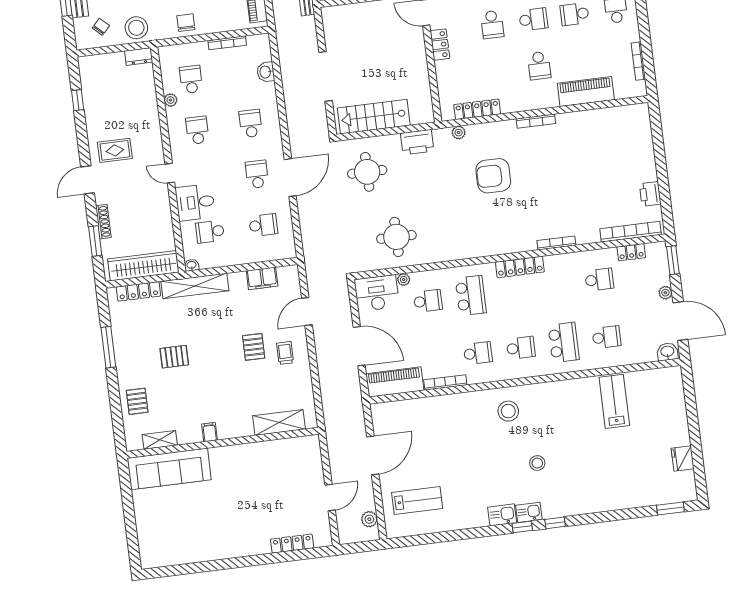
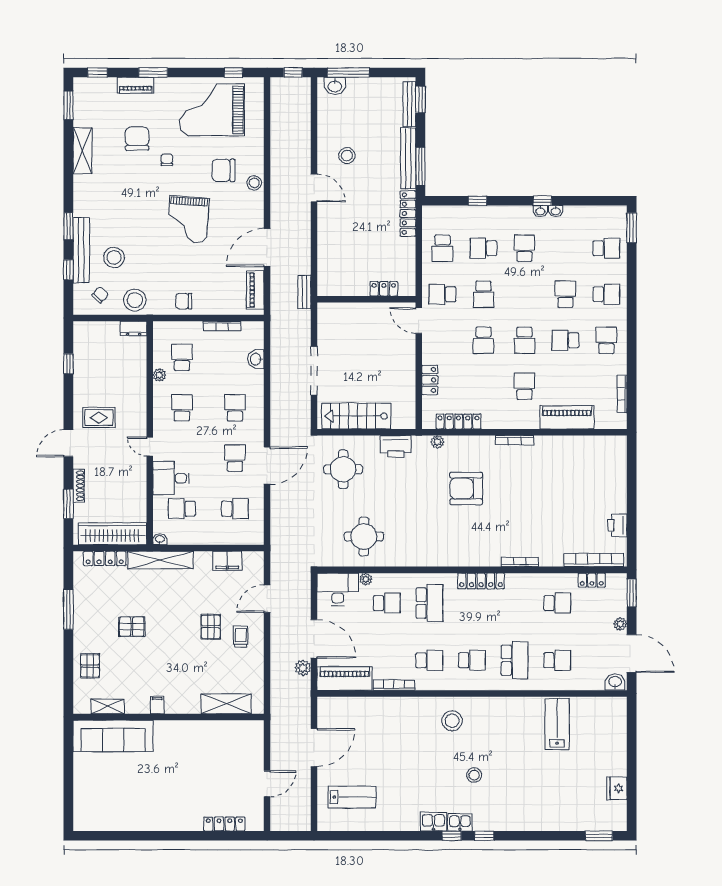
school desk: (533, 19) -> (524, 340), turned 90
chair: (186, 23) -> (184, 301), turned -90
locker: (440, 45) -> (430, 380), moved
school desk: (539, 66) -> (524, 386), turned 180
plant: (369, 519) -> (303, 668), moved

